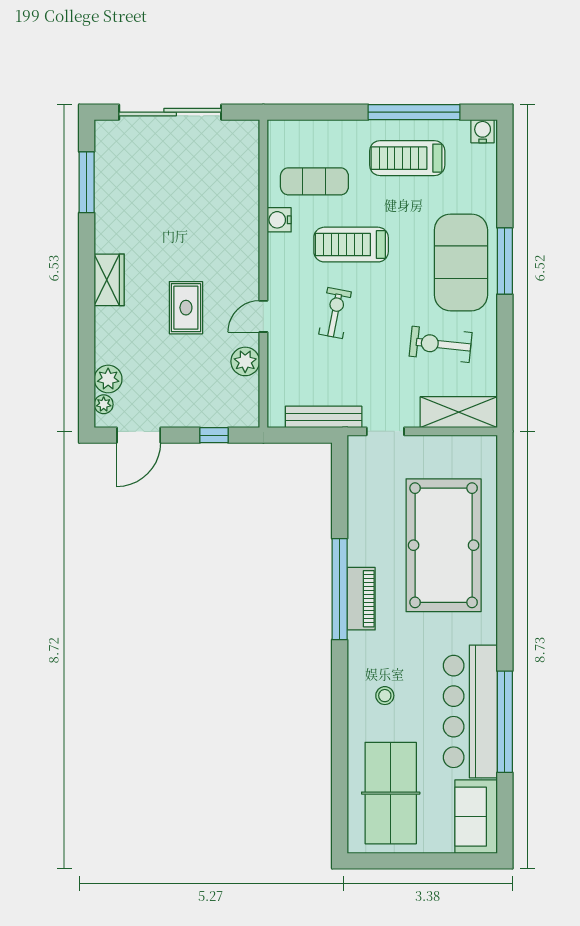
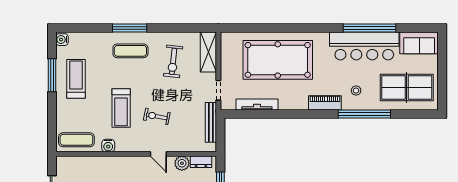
window: (414, 112) -> (52, 75), width x0.68
treadmill: (407, 158) -> (76, 79), turned 180
exercise mat: (314, 181) -> (76, 140), moved, turned 90
exercise mat: (461, 262) -> (130, 51), width x0.50, depth x0.69
dresser: (248, 398) -> (201, 162), added
tv unit: (358, 505) -> (257, 104), added
window: (340, 589) -> (364, 114), moved
piano: (361, 599) -> (325, 103), moved

